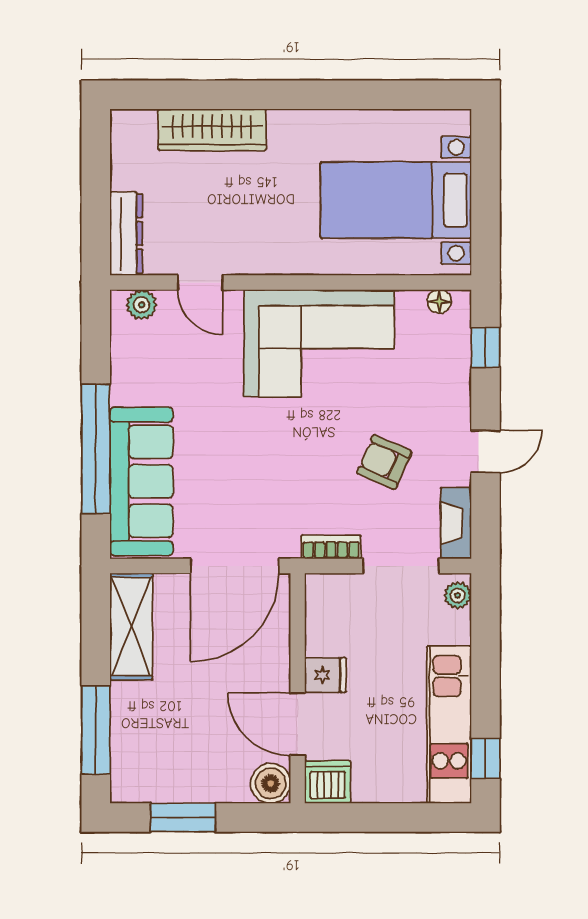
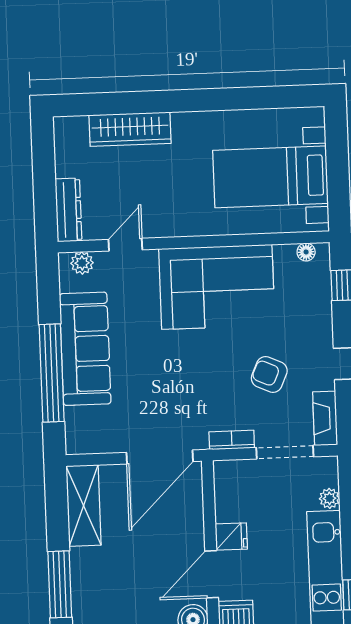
door: (200, 282) -> (125, 245), swing flipped
sofa: (141, 481) -> (85, 349), moved
plant: (458, 595) -> (329, 498), moved
door: (298, 724) -> (212, 574), hinge flipped

